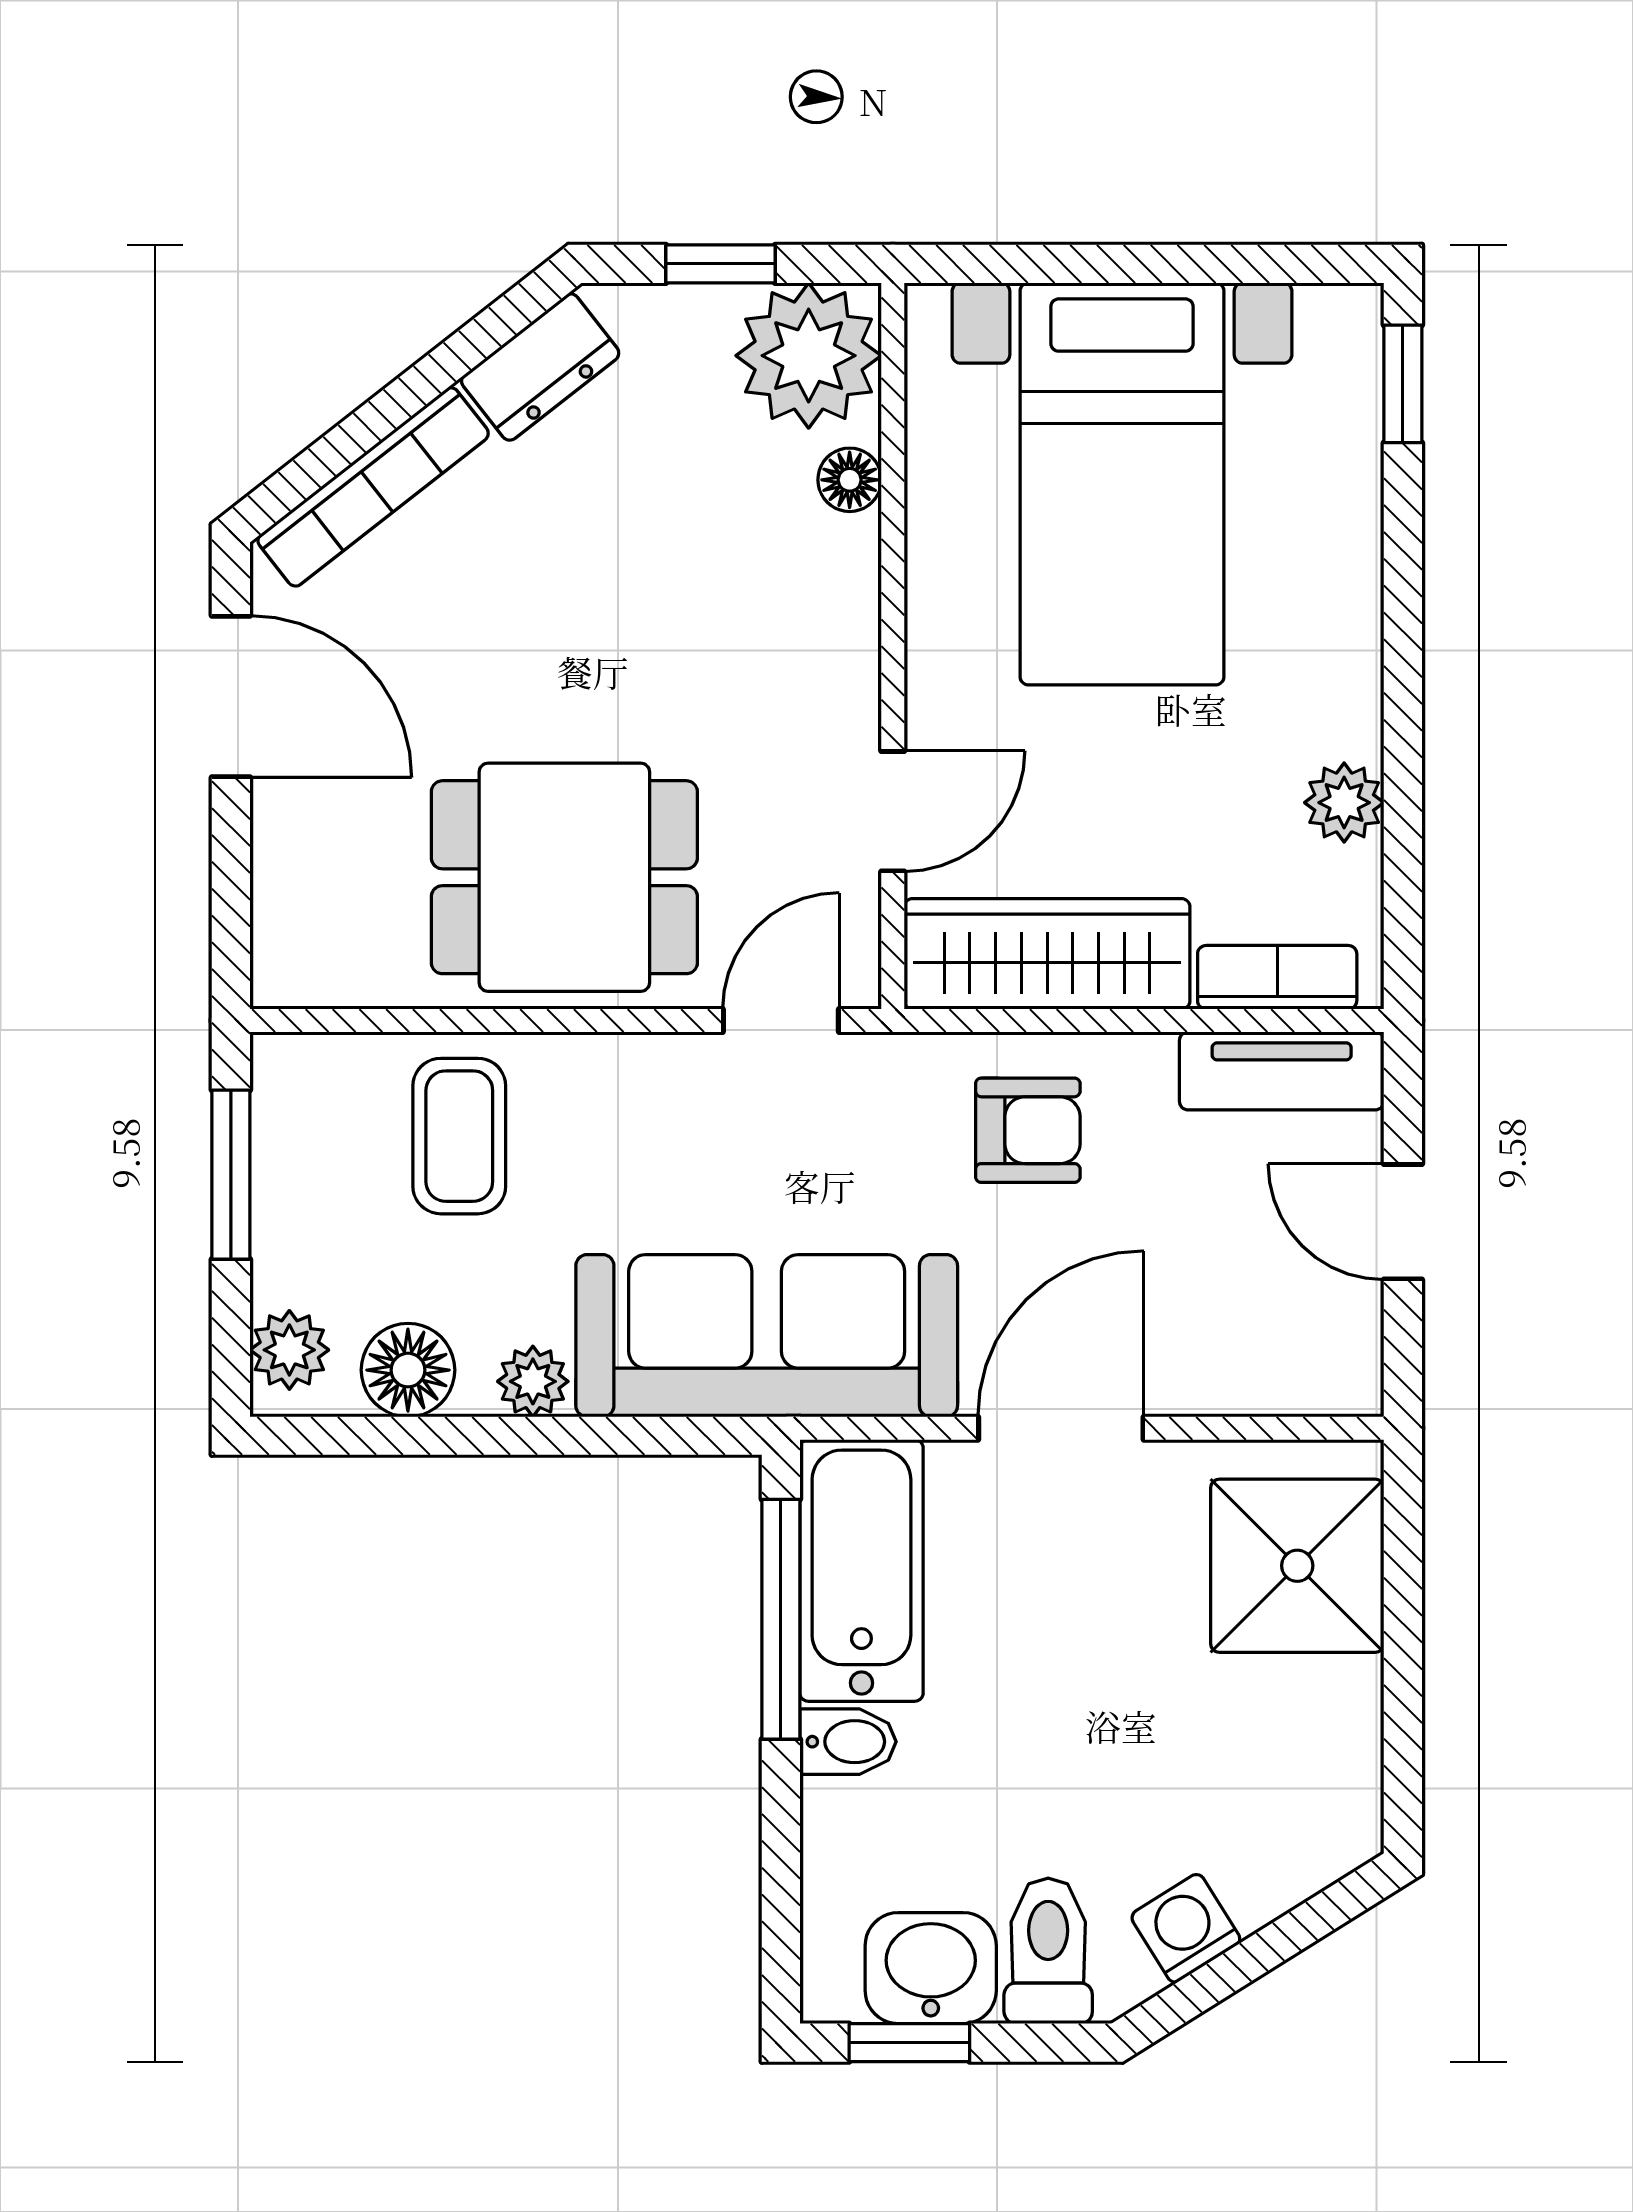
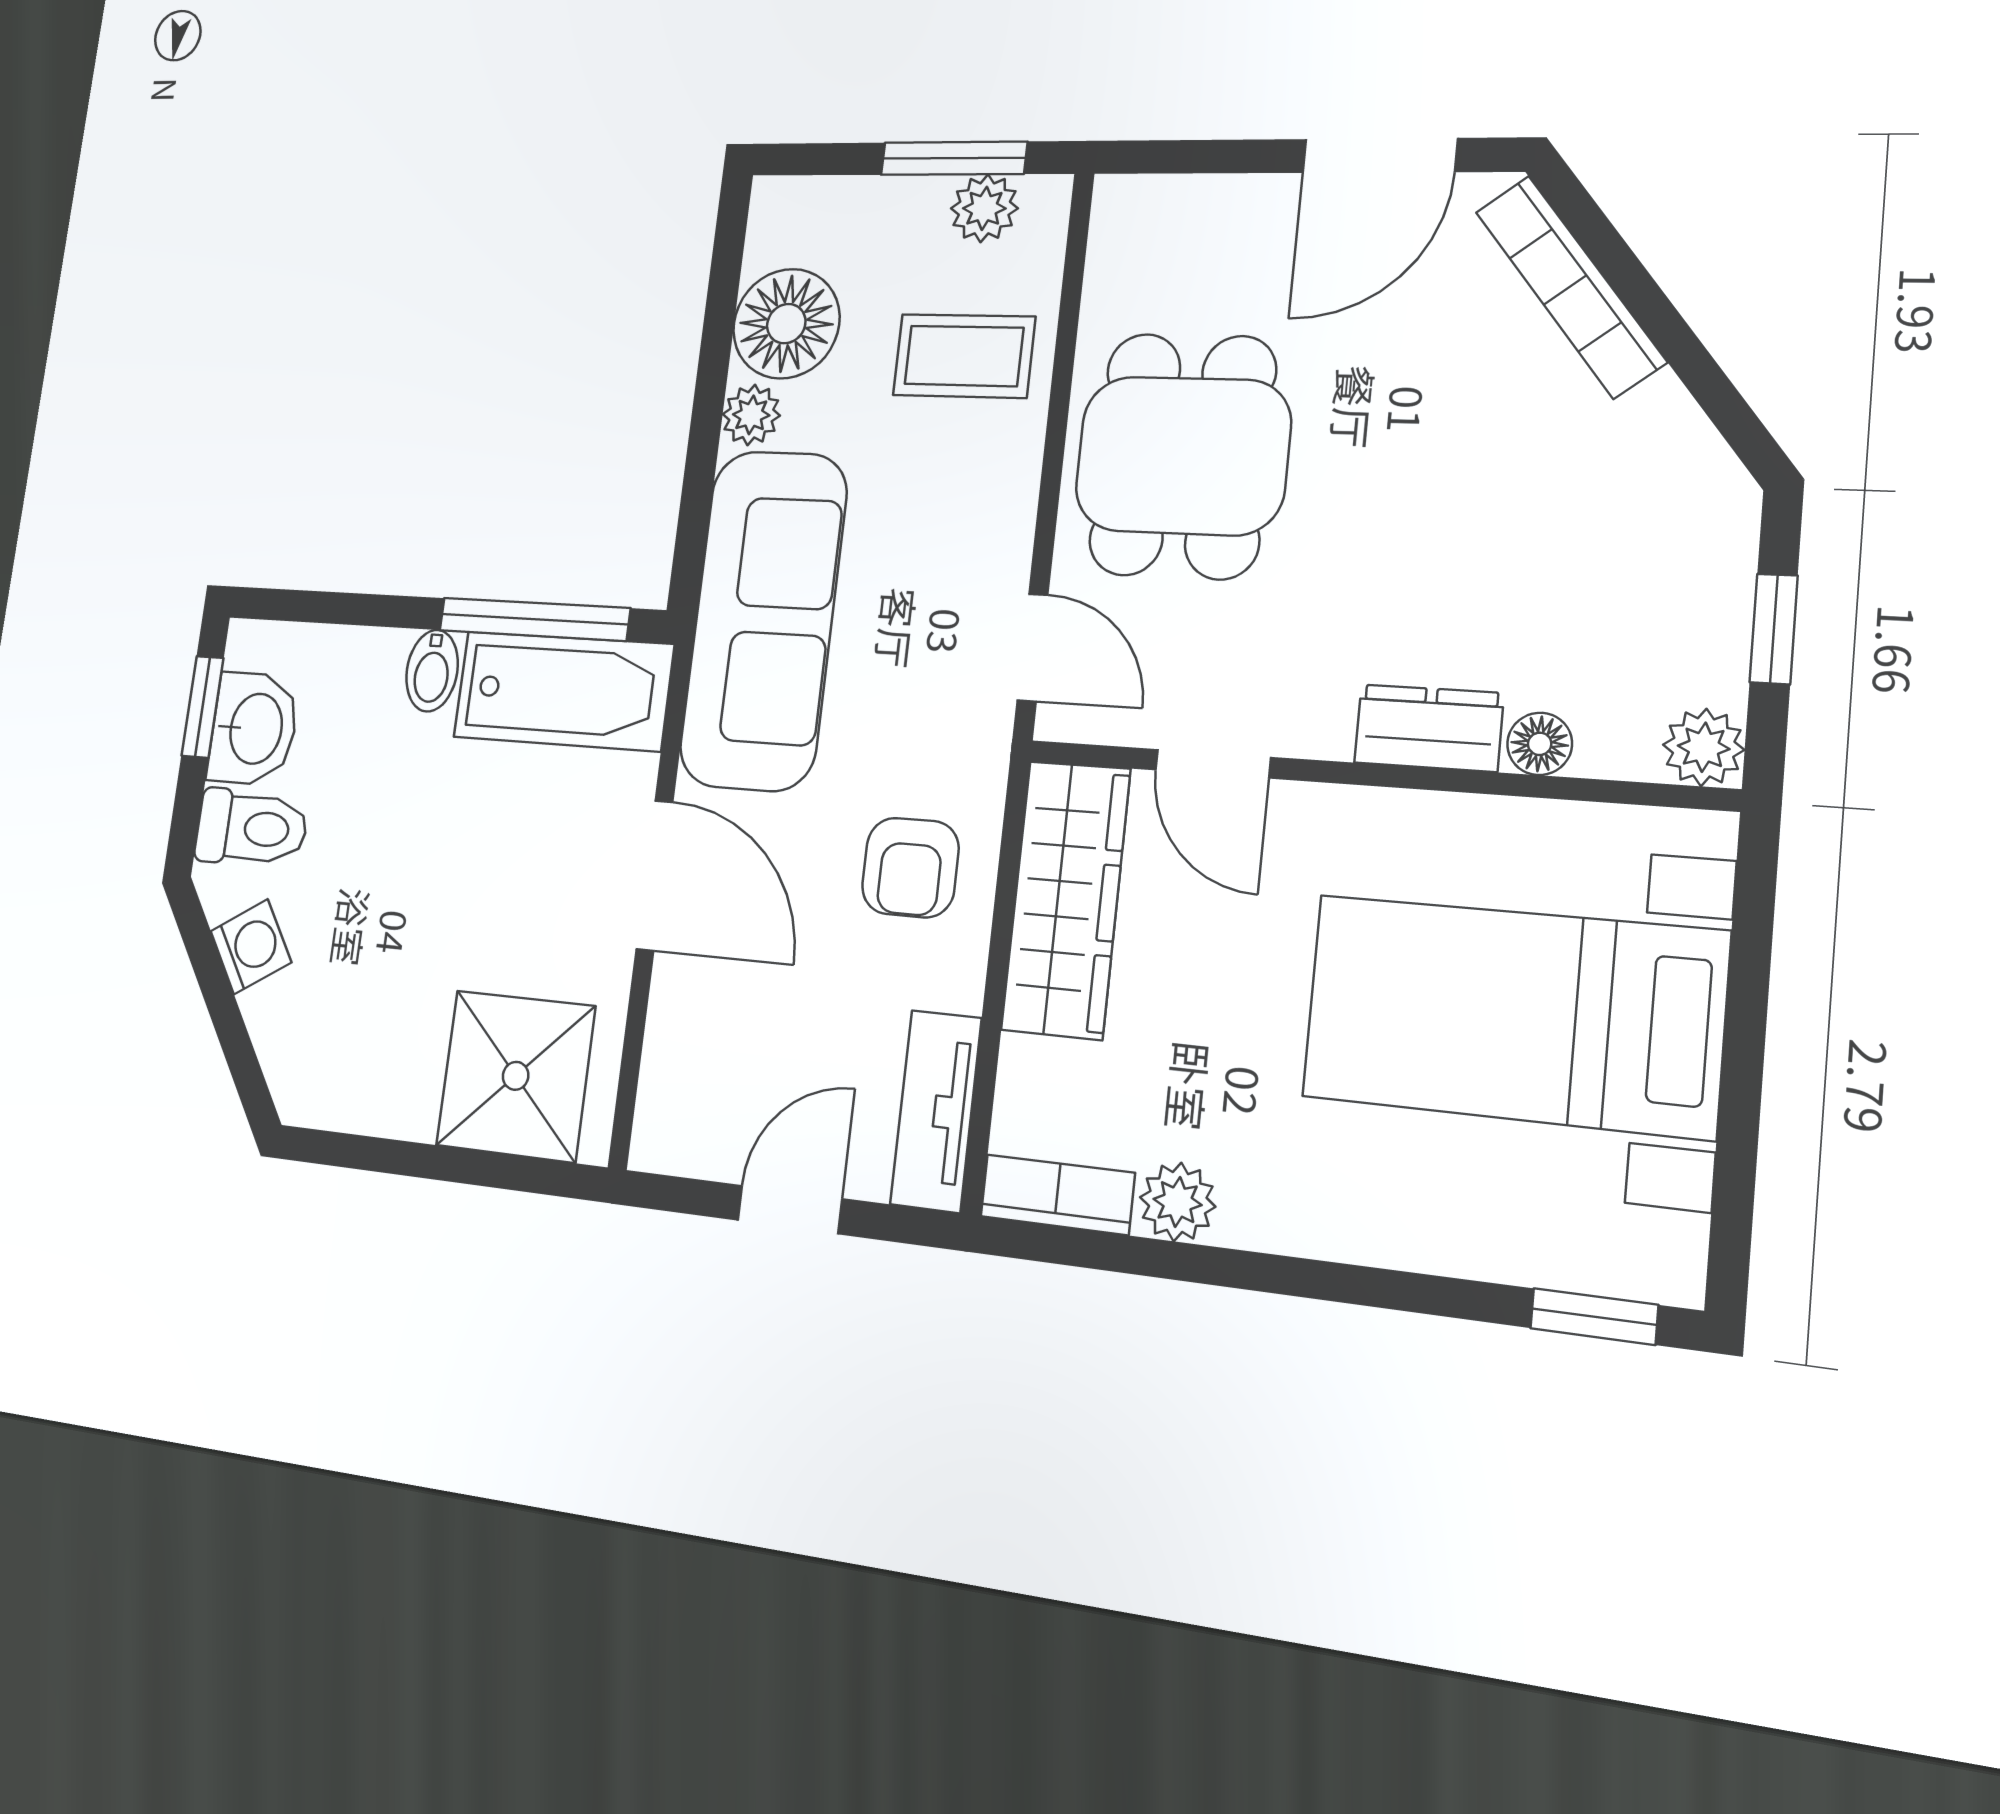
plant: (809, 356) -> (1704, 747), width x0.53, depth x0.53
dresser: (540, 367) -> (1429, 728), moved, turned 128
bookcase: (1277, 977) -> (1057, 1195), moved, turned -90
plant: (289, 1350) -> (984, 208), moved
floor lamp: (408, 1370) -> (786, 324), width x1.38, depth x1.38

